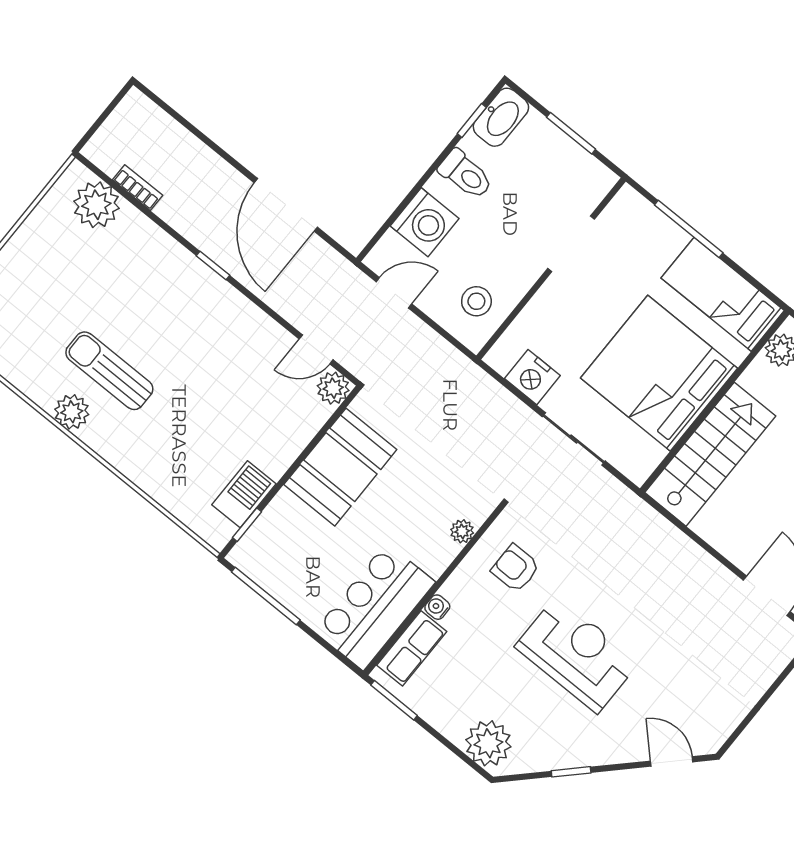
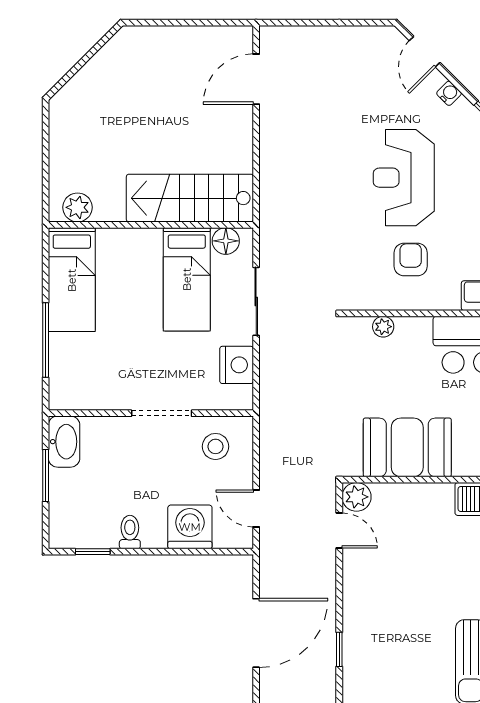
washbasin: (501, 117) -> (64, 442), moved, turned 90
toilet: (465, 174) -> (130, 532), width x0.73, depth x0.72
doorway: (571, 244) -> (162, 413), moved
bed: (659, 373) -> (187, 279), width x0.49
floor lamp: (648, 455) -> (226, 241), added
armchair: (515, 568) -> (411, 259), moved, turned 180
water cooler: (437, 607) -> (449, 93), moved, turned -135

